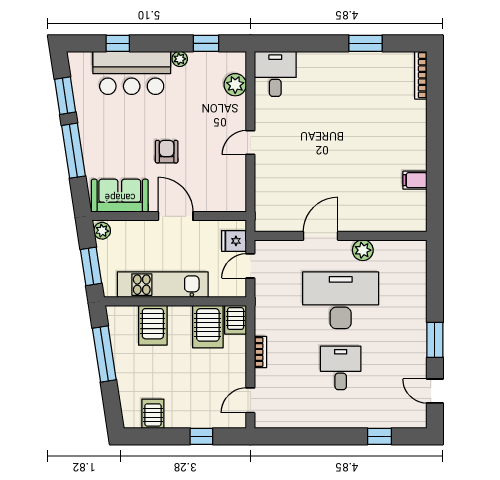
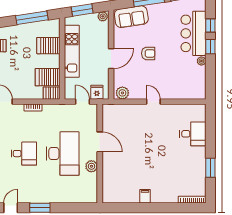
window: (206, 43) -> (210, 47), moved
desk: (275, 74) -> (193, 134), moved
plant: (235, 85) -> (122, 93), moved
filing cabinet: (415, 180) -> (145, 196), moved
sofa: (120, 196) -> (131, 17), moved, turned 81

